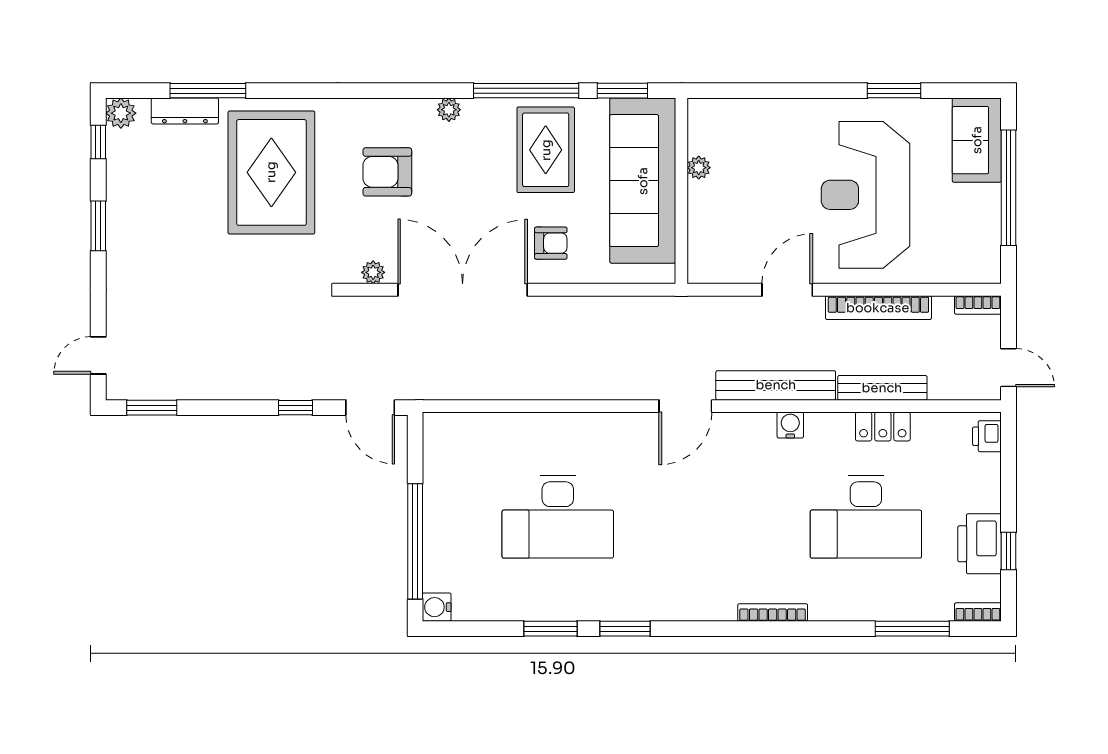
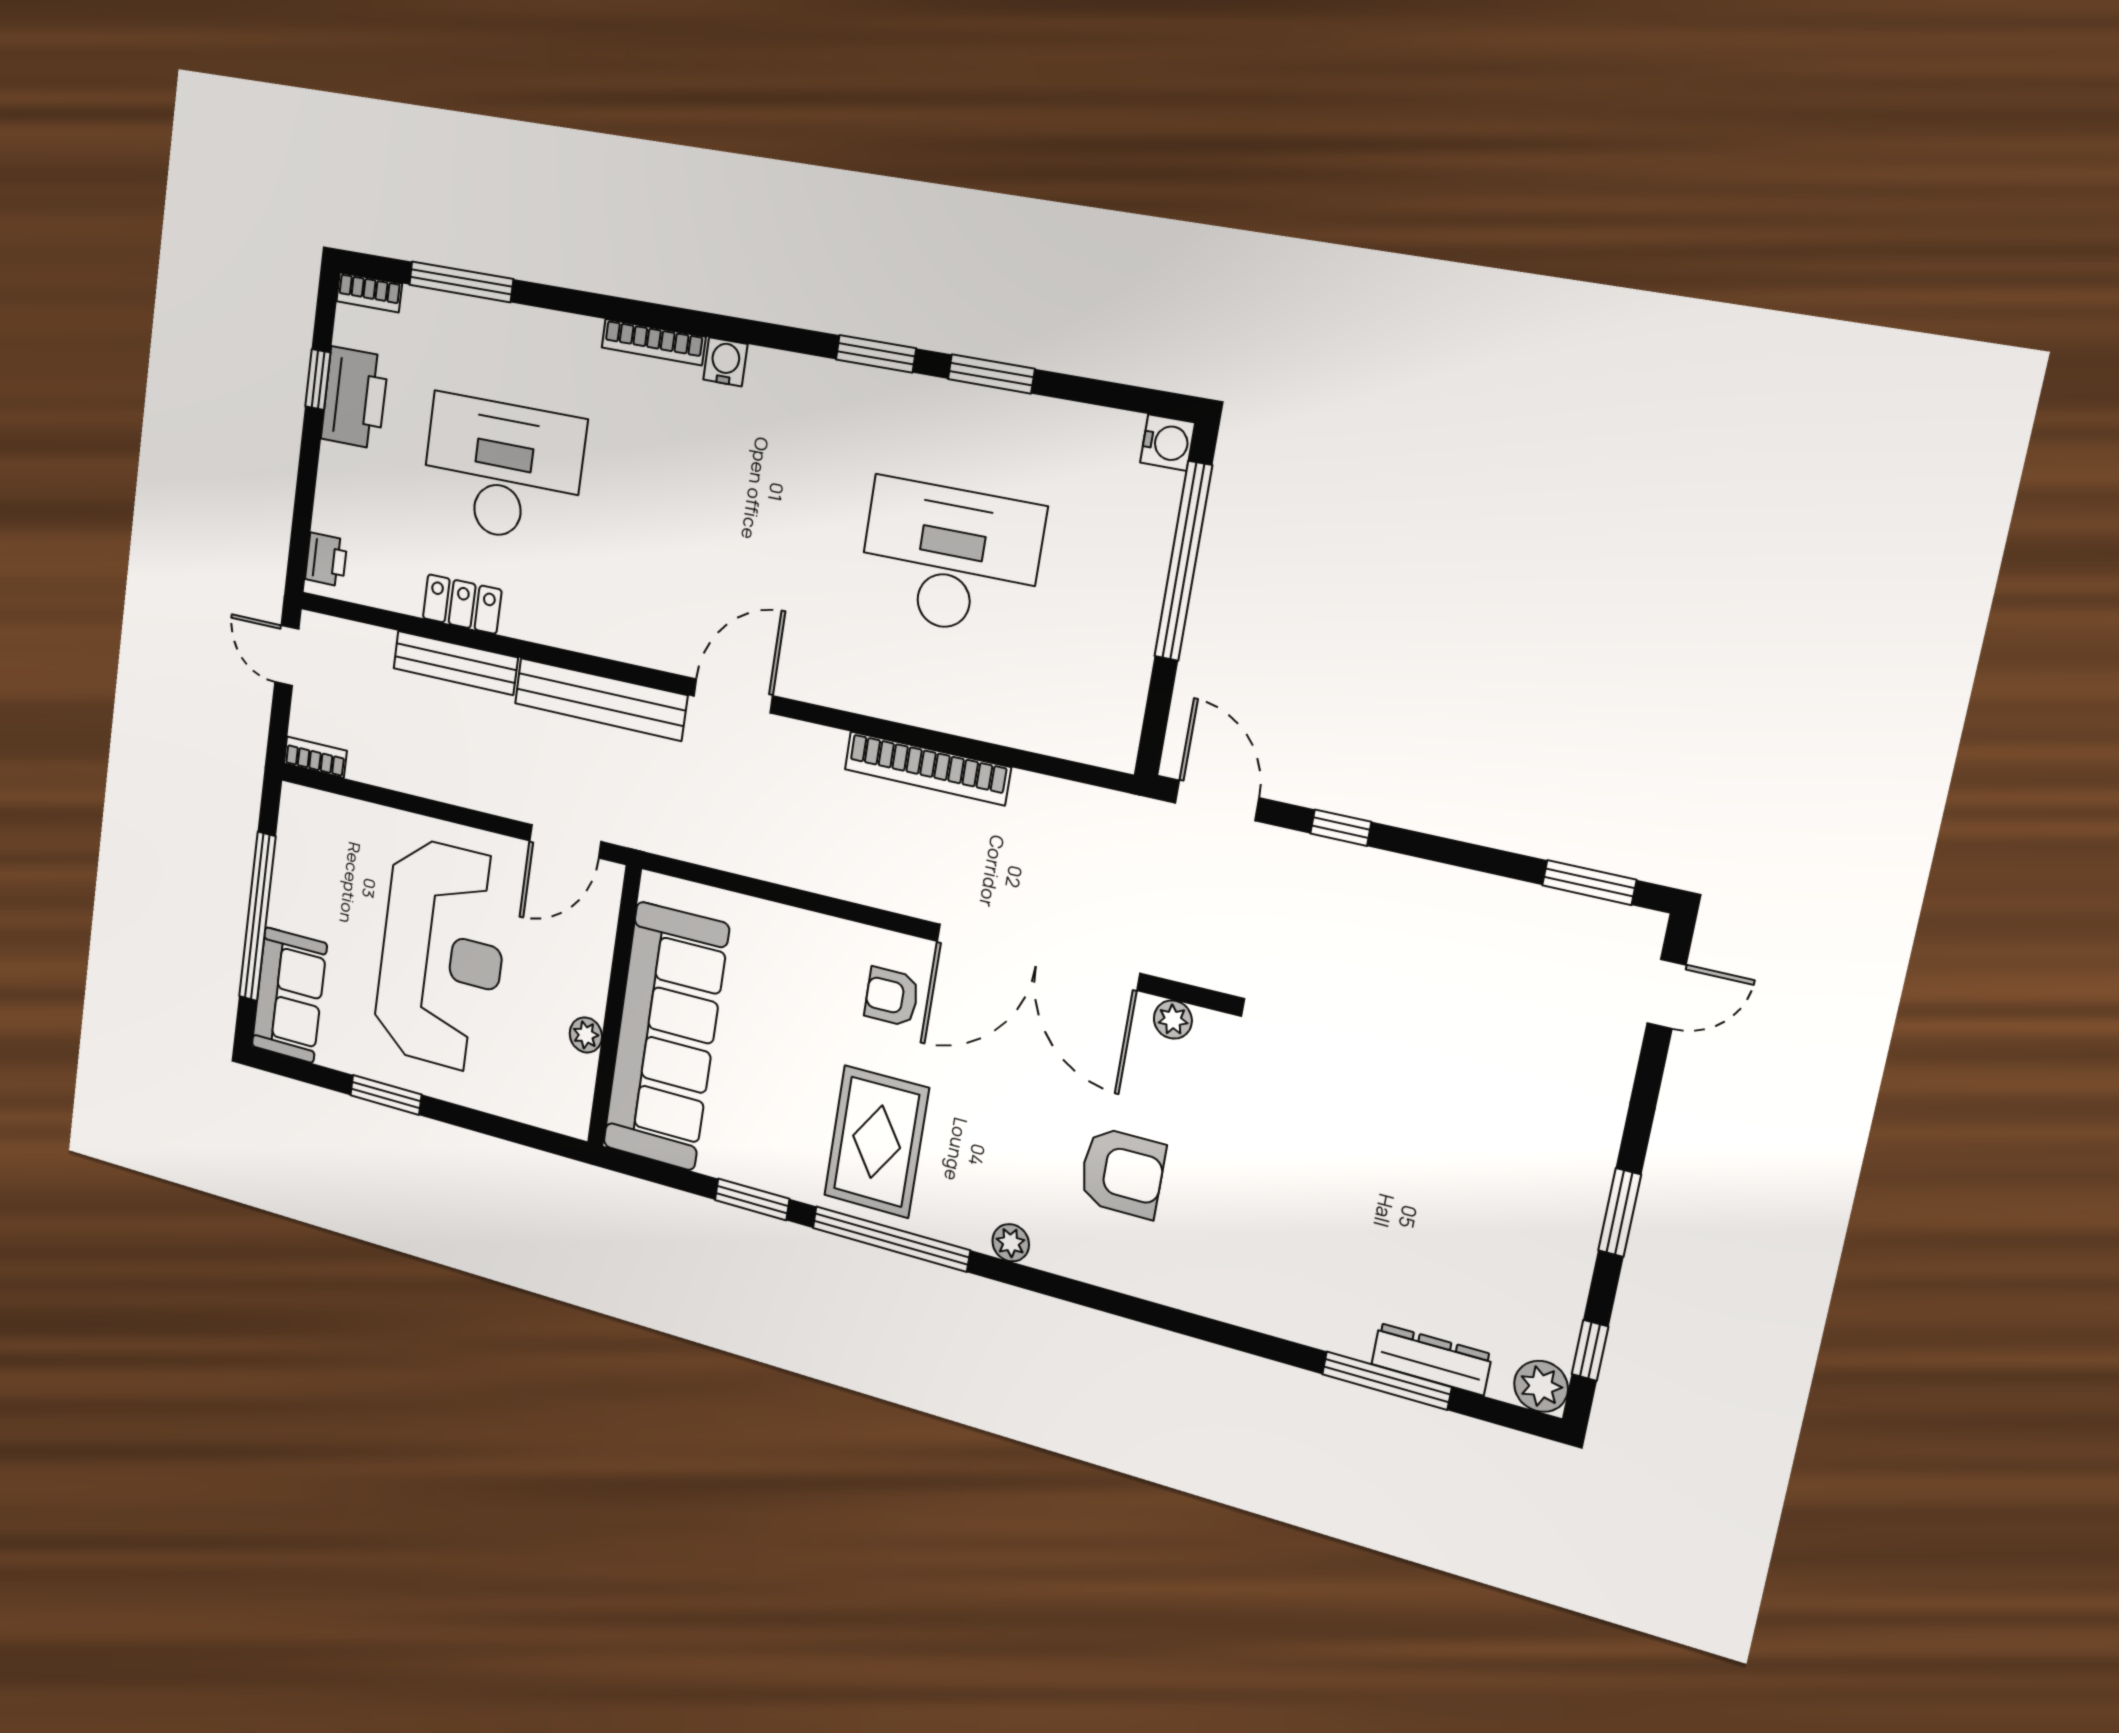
plant: (699, 168) -> (586, 1035), moved
rug: (271, 172) -> (1307, 1222), removed
sofa: (643, 181) -> (666, 1036), moved
wall: (681, 191) -> (614, 1007), moved
bookcase: (878, 308) -> (927, 768), moved, turned 180
water cooler: (790, 425) -> (725, 362), moved, turned 180

